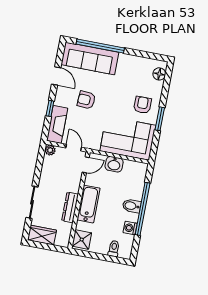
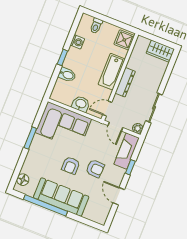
window: (100, 46) -> (46, 205), moved
sofa: (90, 59) -> (61, 197), moved
armchair: (142, 105) -> (71, 165), moved
sliding door: (32, 202) -> (154, 108), moved
bidet: (132, 206) -> (67, 75), moved
dresser: (70, 207) -> (125, 82), moved
window: (143, 209) -> (62, 57), width x0.32

